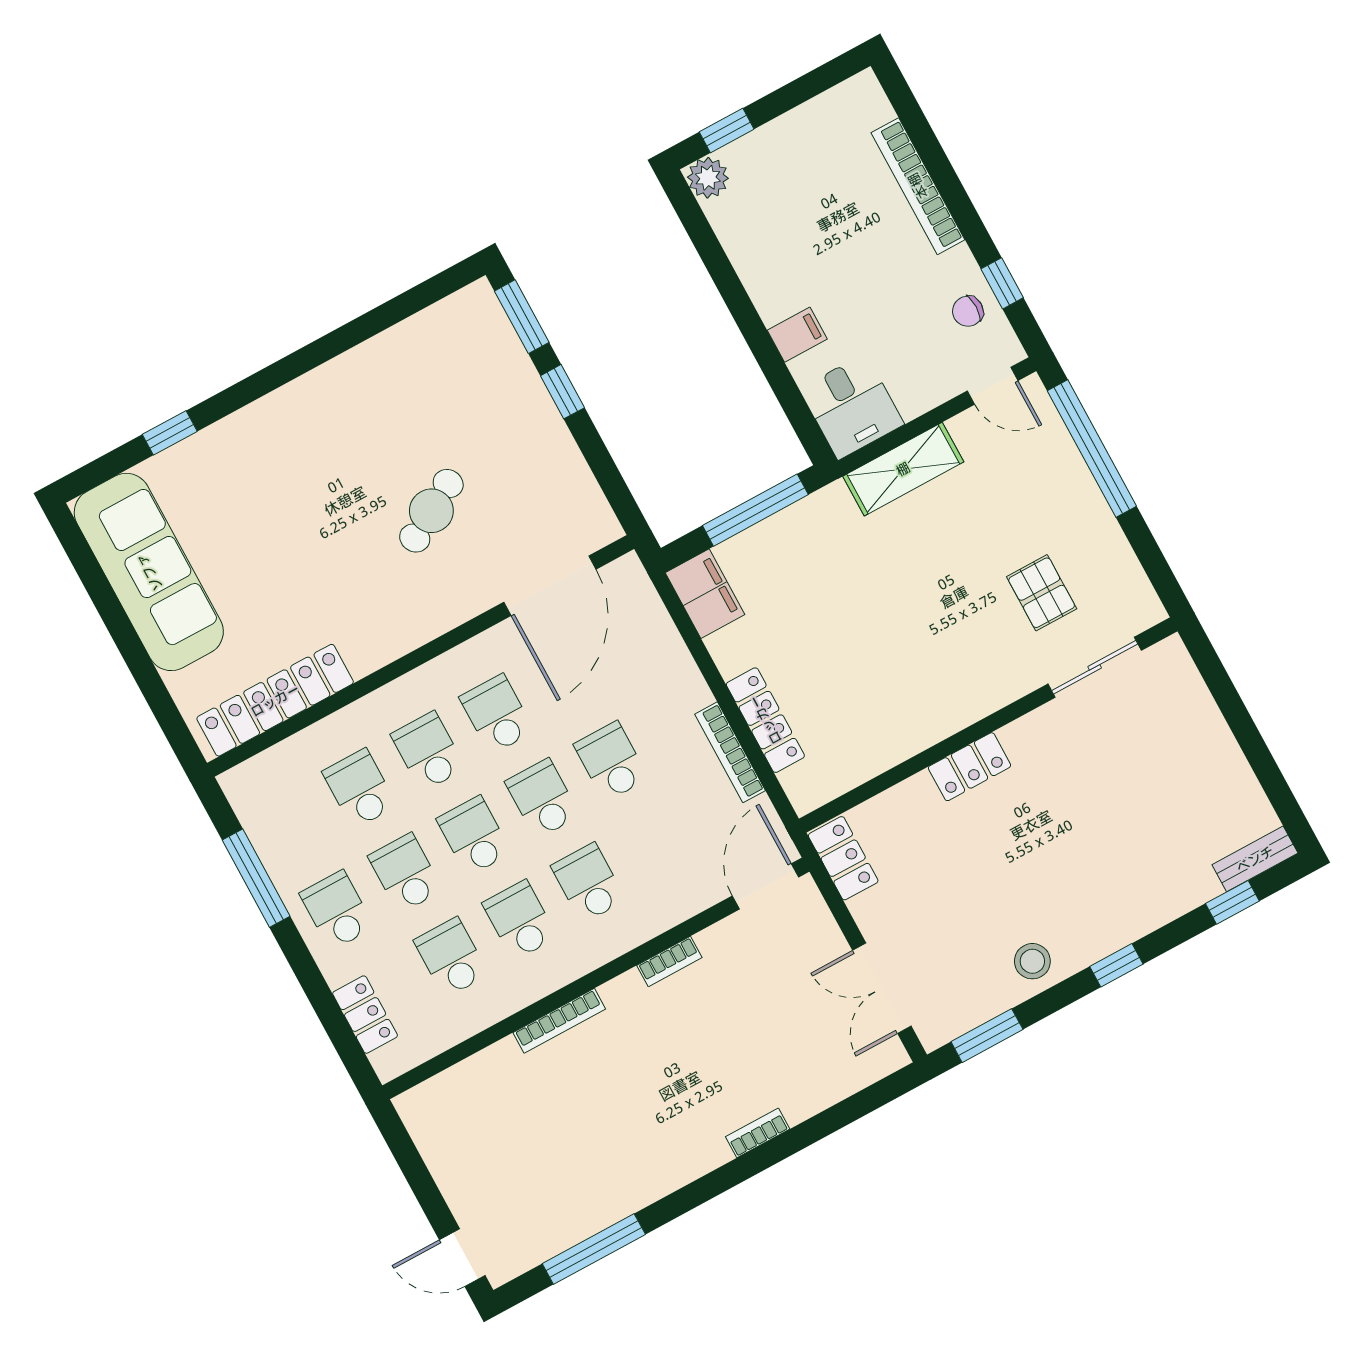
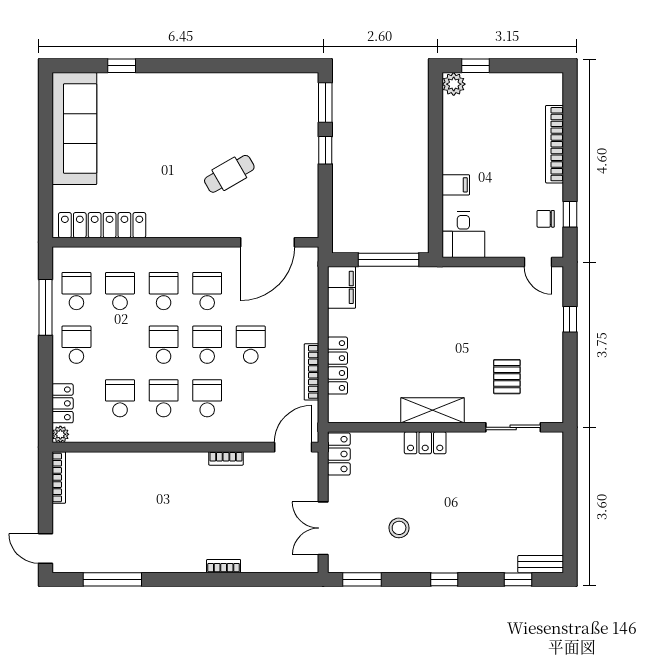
window: (1092, 449) -> (570, 319), width x0.32
shelving: (903, 469) -> (432, 410), moved
school desk: (405, 873) -> (76, 291), moved
stool: (1032, 961) -> (399, 528), moved
bookcase: (559, 1021) -> (59, 477), moved, turned -90
plant: (388, 1065) -> (60, 434), added

